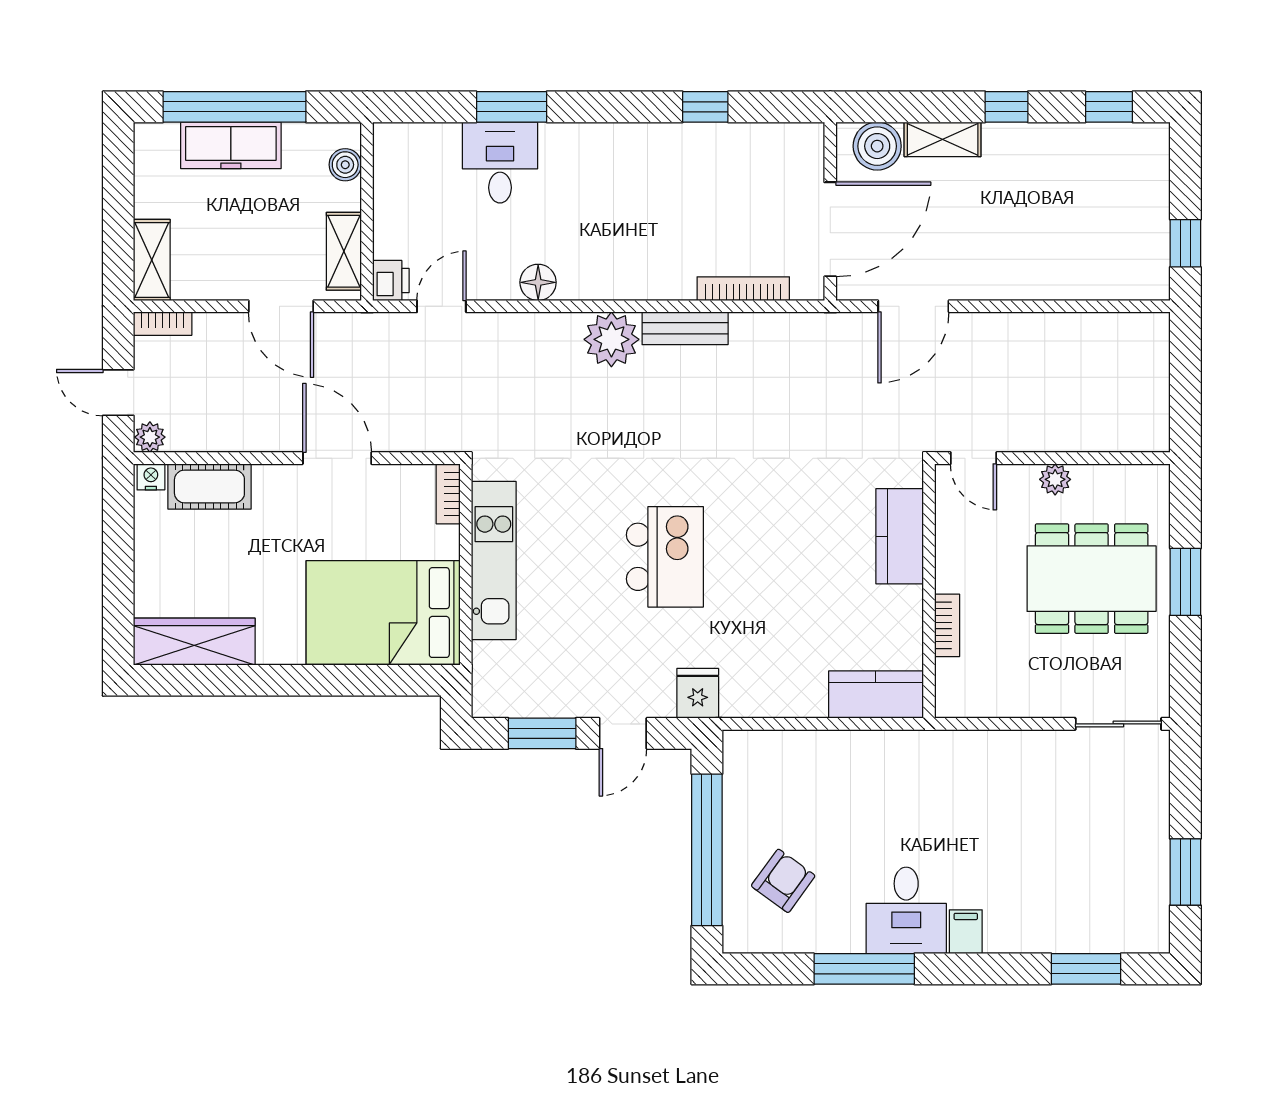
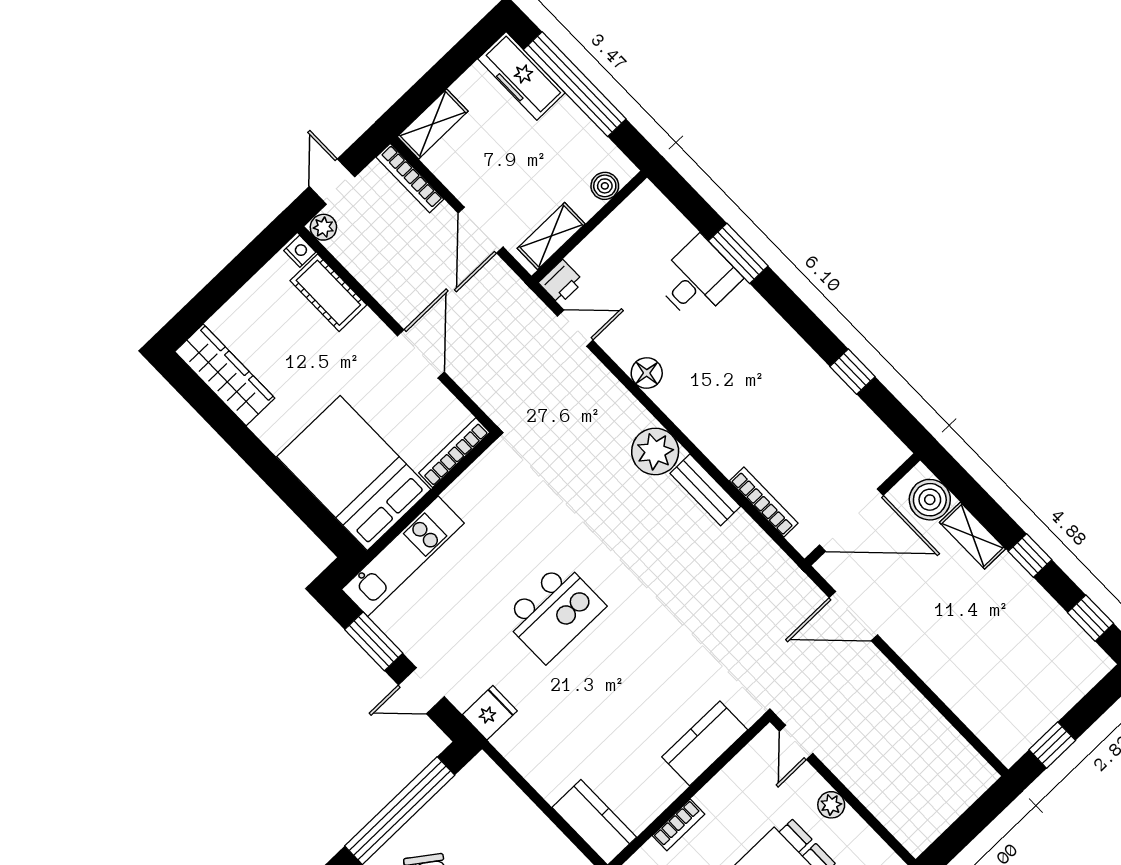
freezer: (231, 145) -> (521, 76), moved
bookcase: (163, 324) -> (410, 178), width x1.56
bookcase: (448, 494) -> (454, 453), width x1.56
kitchen unit: (494, 561) -> (403, 556), moved

